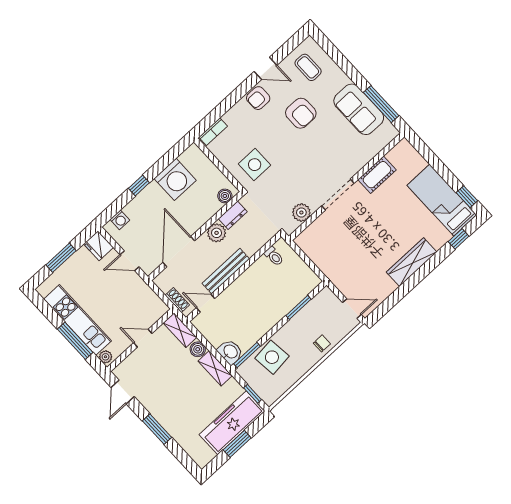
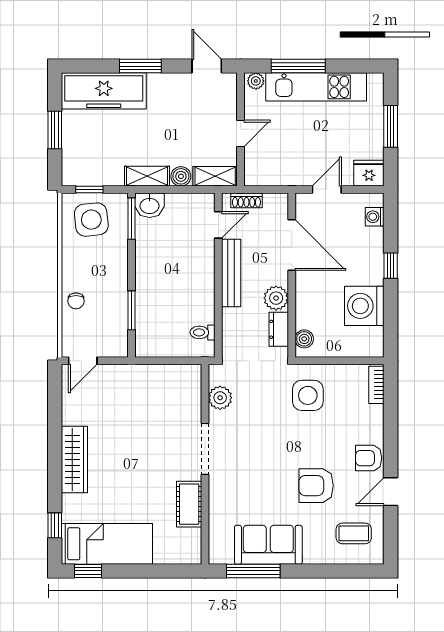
armchair: (258, 98) -> (369, 458), turned -90
side table: (272, 357) -> (91, 220), moved
freezer: (232, 423) -> (104, 91), moved, turned 90

